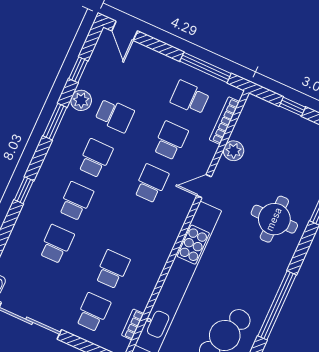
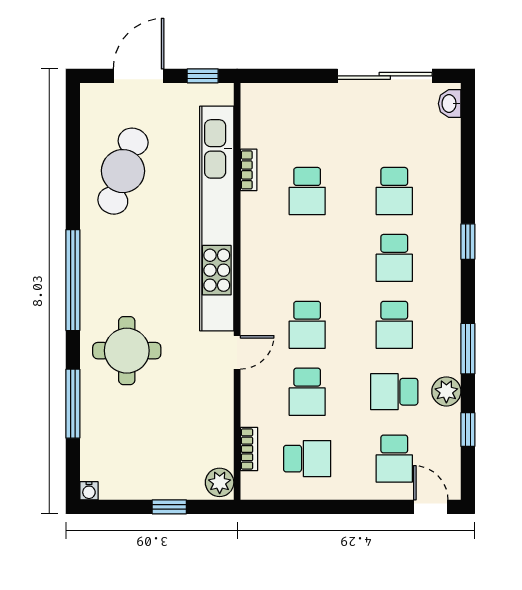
window: (206, 67) -> (305, 507), removed
bookcase: (224, 121) -> (249, 449), width x0.64
plant: (234, 151) -> (220, 482), moved
window: (277, 305) -> (73, 280), moved
school desk: (93, 312) -> (394, 459), moved
bookcase: (133, 324) -> (249, 170), moved

